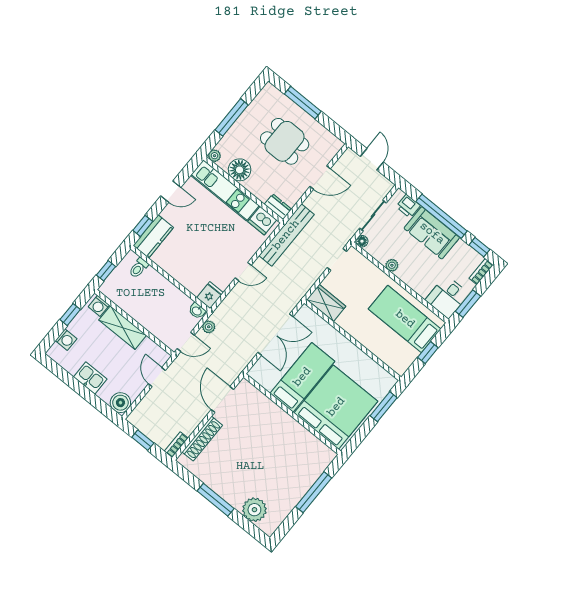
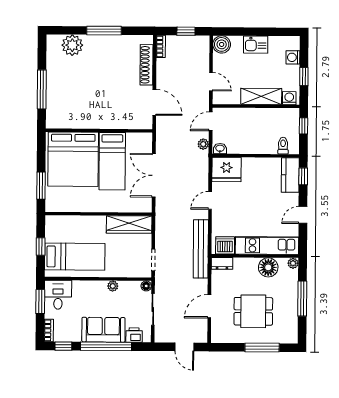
fridge: (210, 295) -> (226, 169), width x1.88, depth x1.34
wardrobe: (326, 303) -> (129, 225), width x1.50

